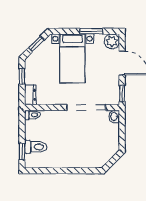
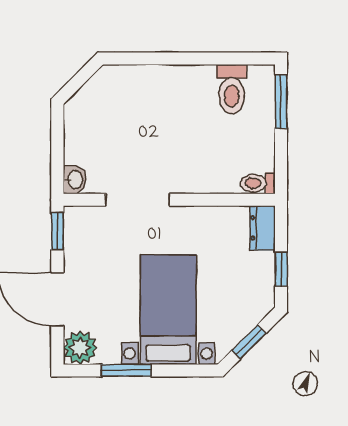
doorway: (86, 108) -> (138, 200), width x0.73
toilet: (36, 147) -> (232, 89), moved, turned -90
window: (22, 151) -> (281, 102), width x1.50

